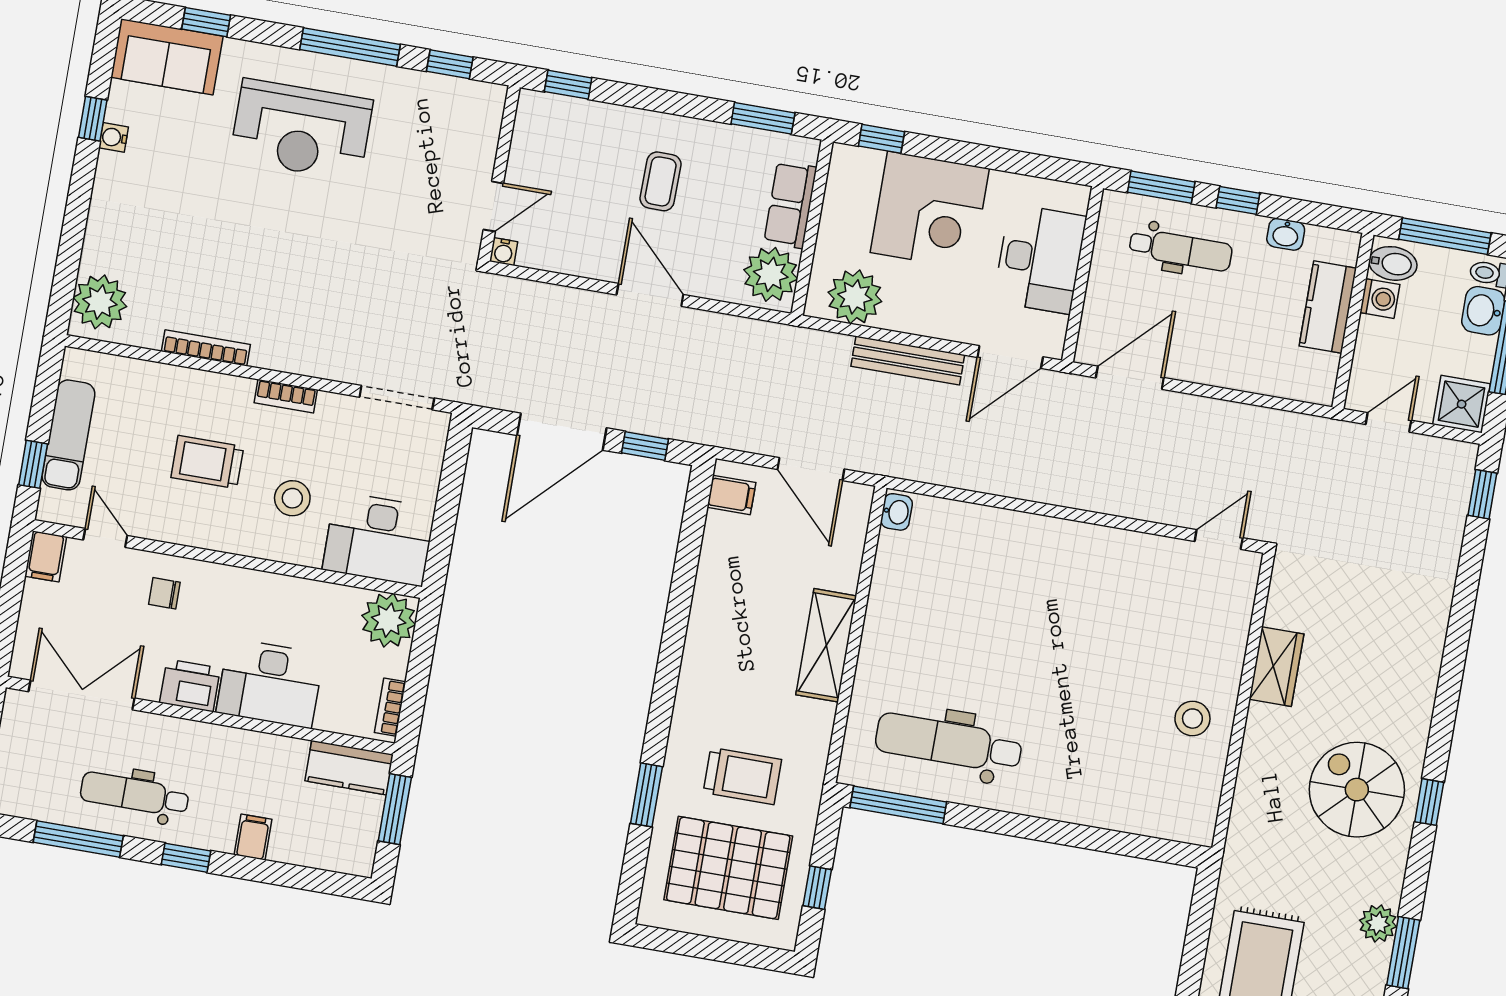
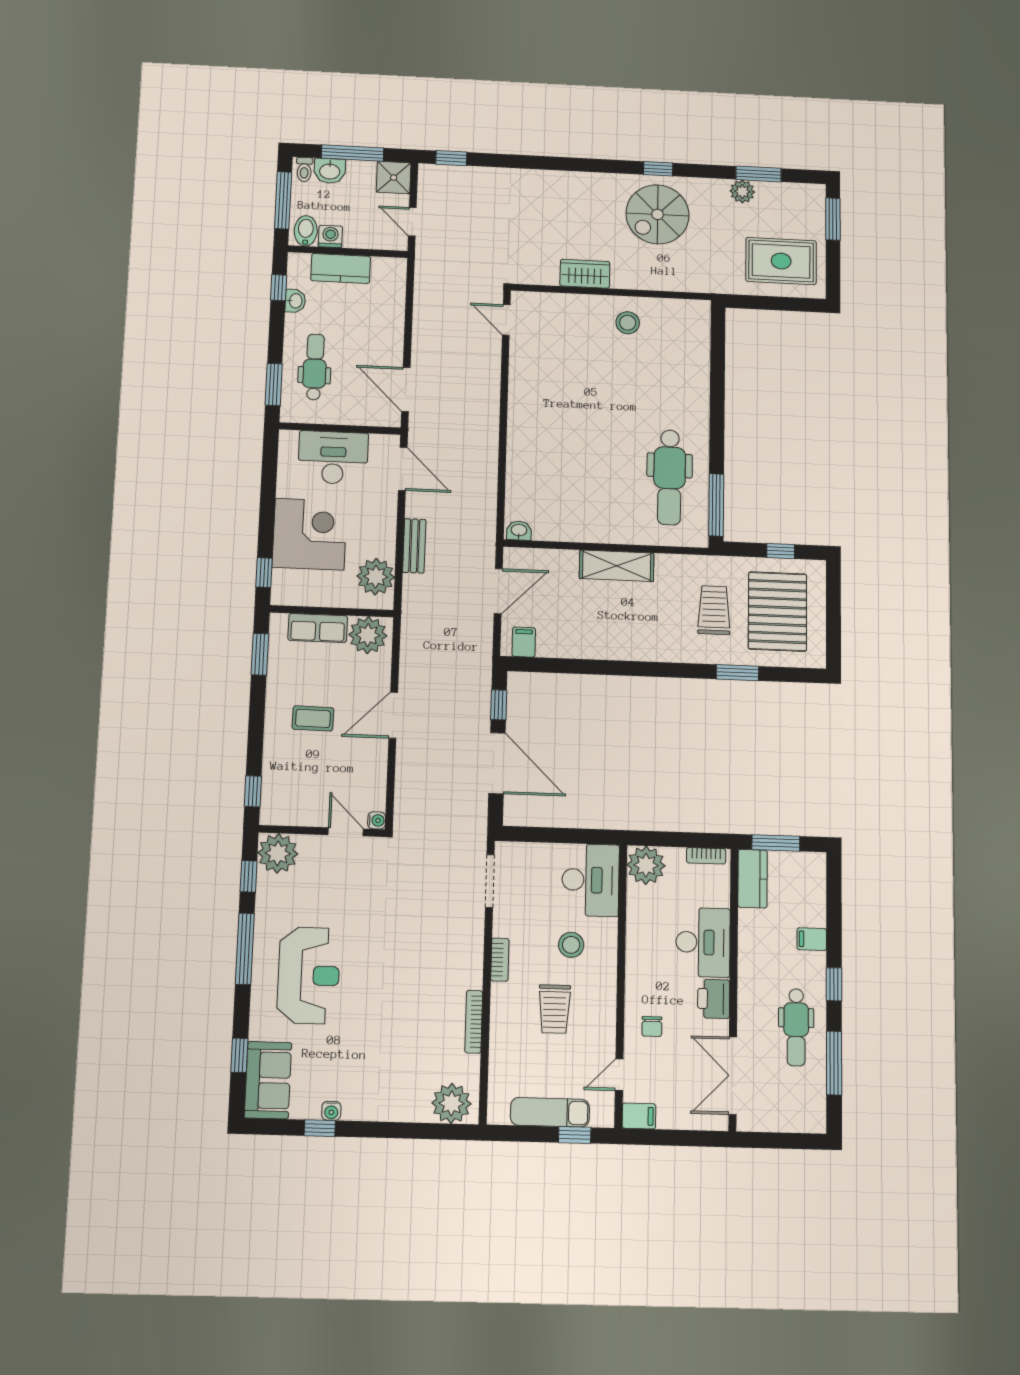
plant: (476, 108) -> (278, 853), added
window: (1238, 200) -> (279, 288), moved
bench: (908, 360) -> (414, 546), width x0.73

